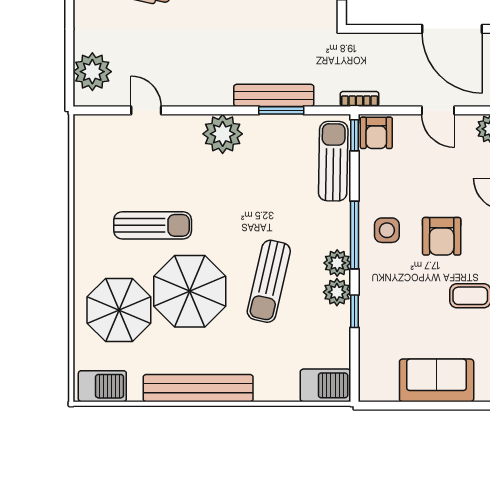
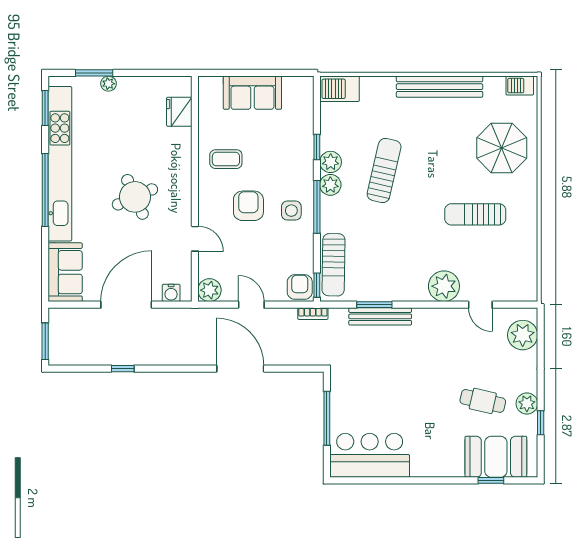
plant: (223, 134) -> (444, 286), moved
parasol: (190, 291) -> (446, 163), removed
barbecue: (102, 386) -> (520, 86), width x0.73, depth x0.79

